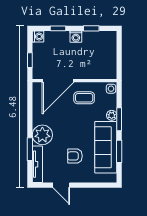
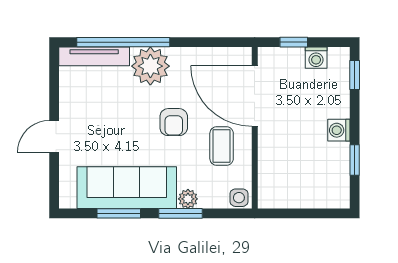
window: (58, 28) -> (355, 75), moved
washing machine: (38, 36) -> (316, 58), moved
window: (30, 149) -> (123, 42), width x2.11
armchair: (75, 156) -> (174, 122), moved, turned 180
door: (61, 185) -> (54, 137), moved

